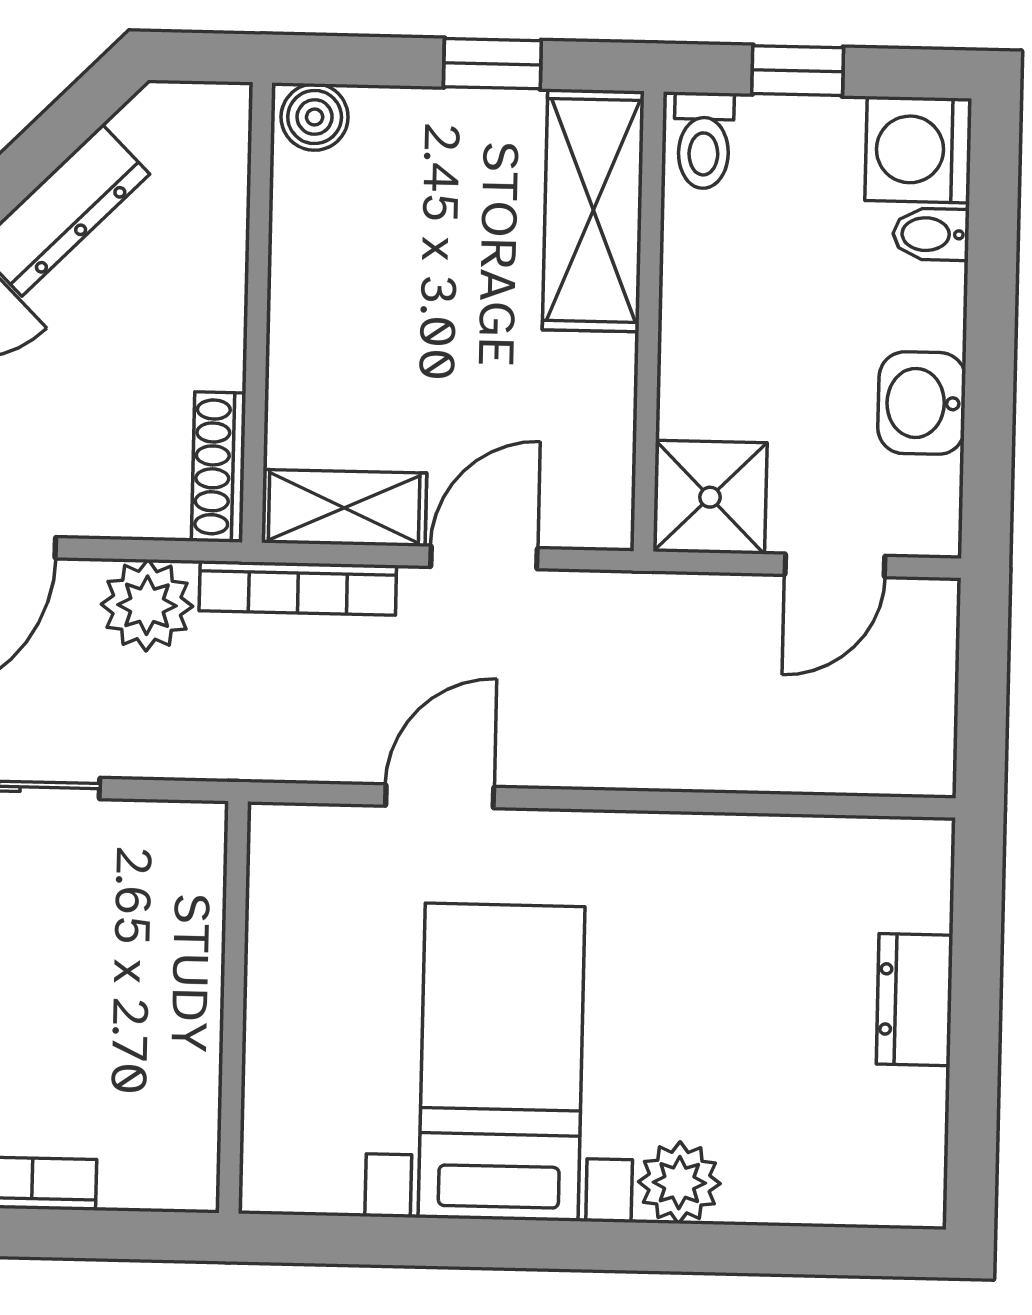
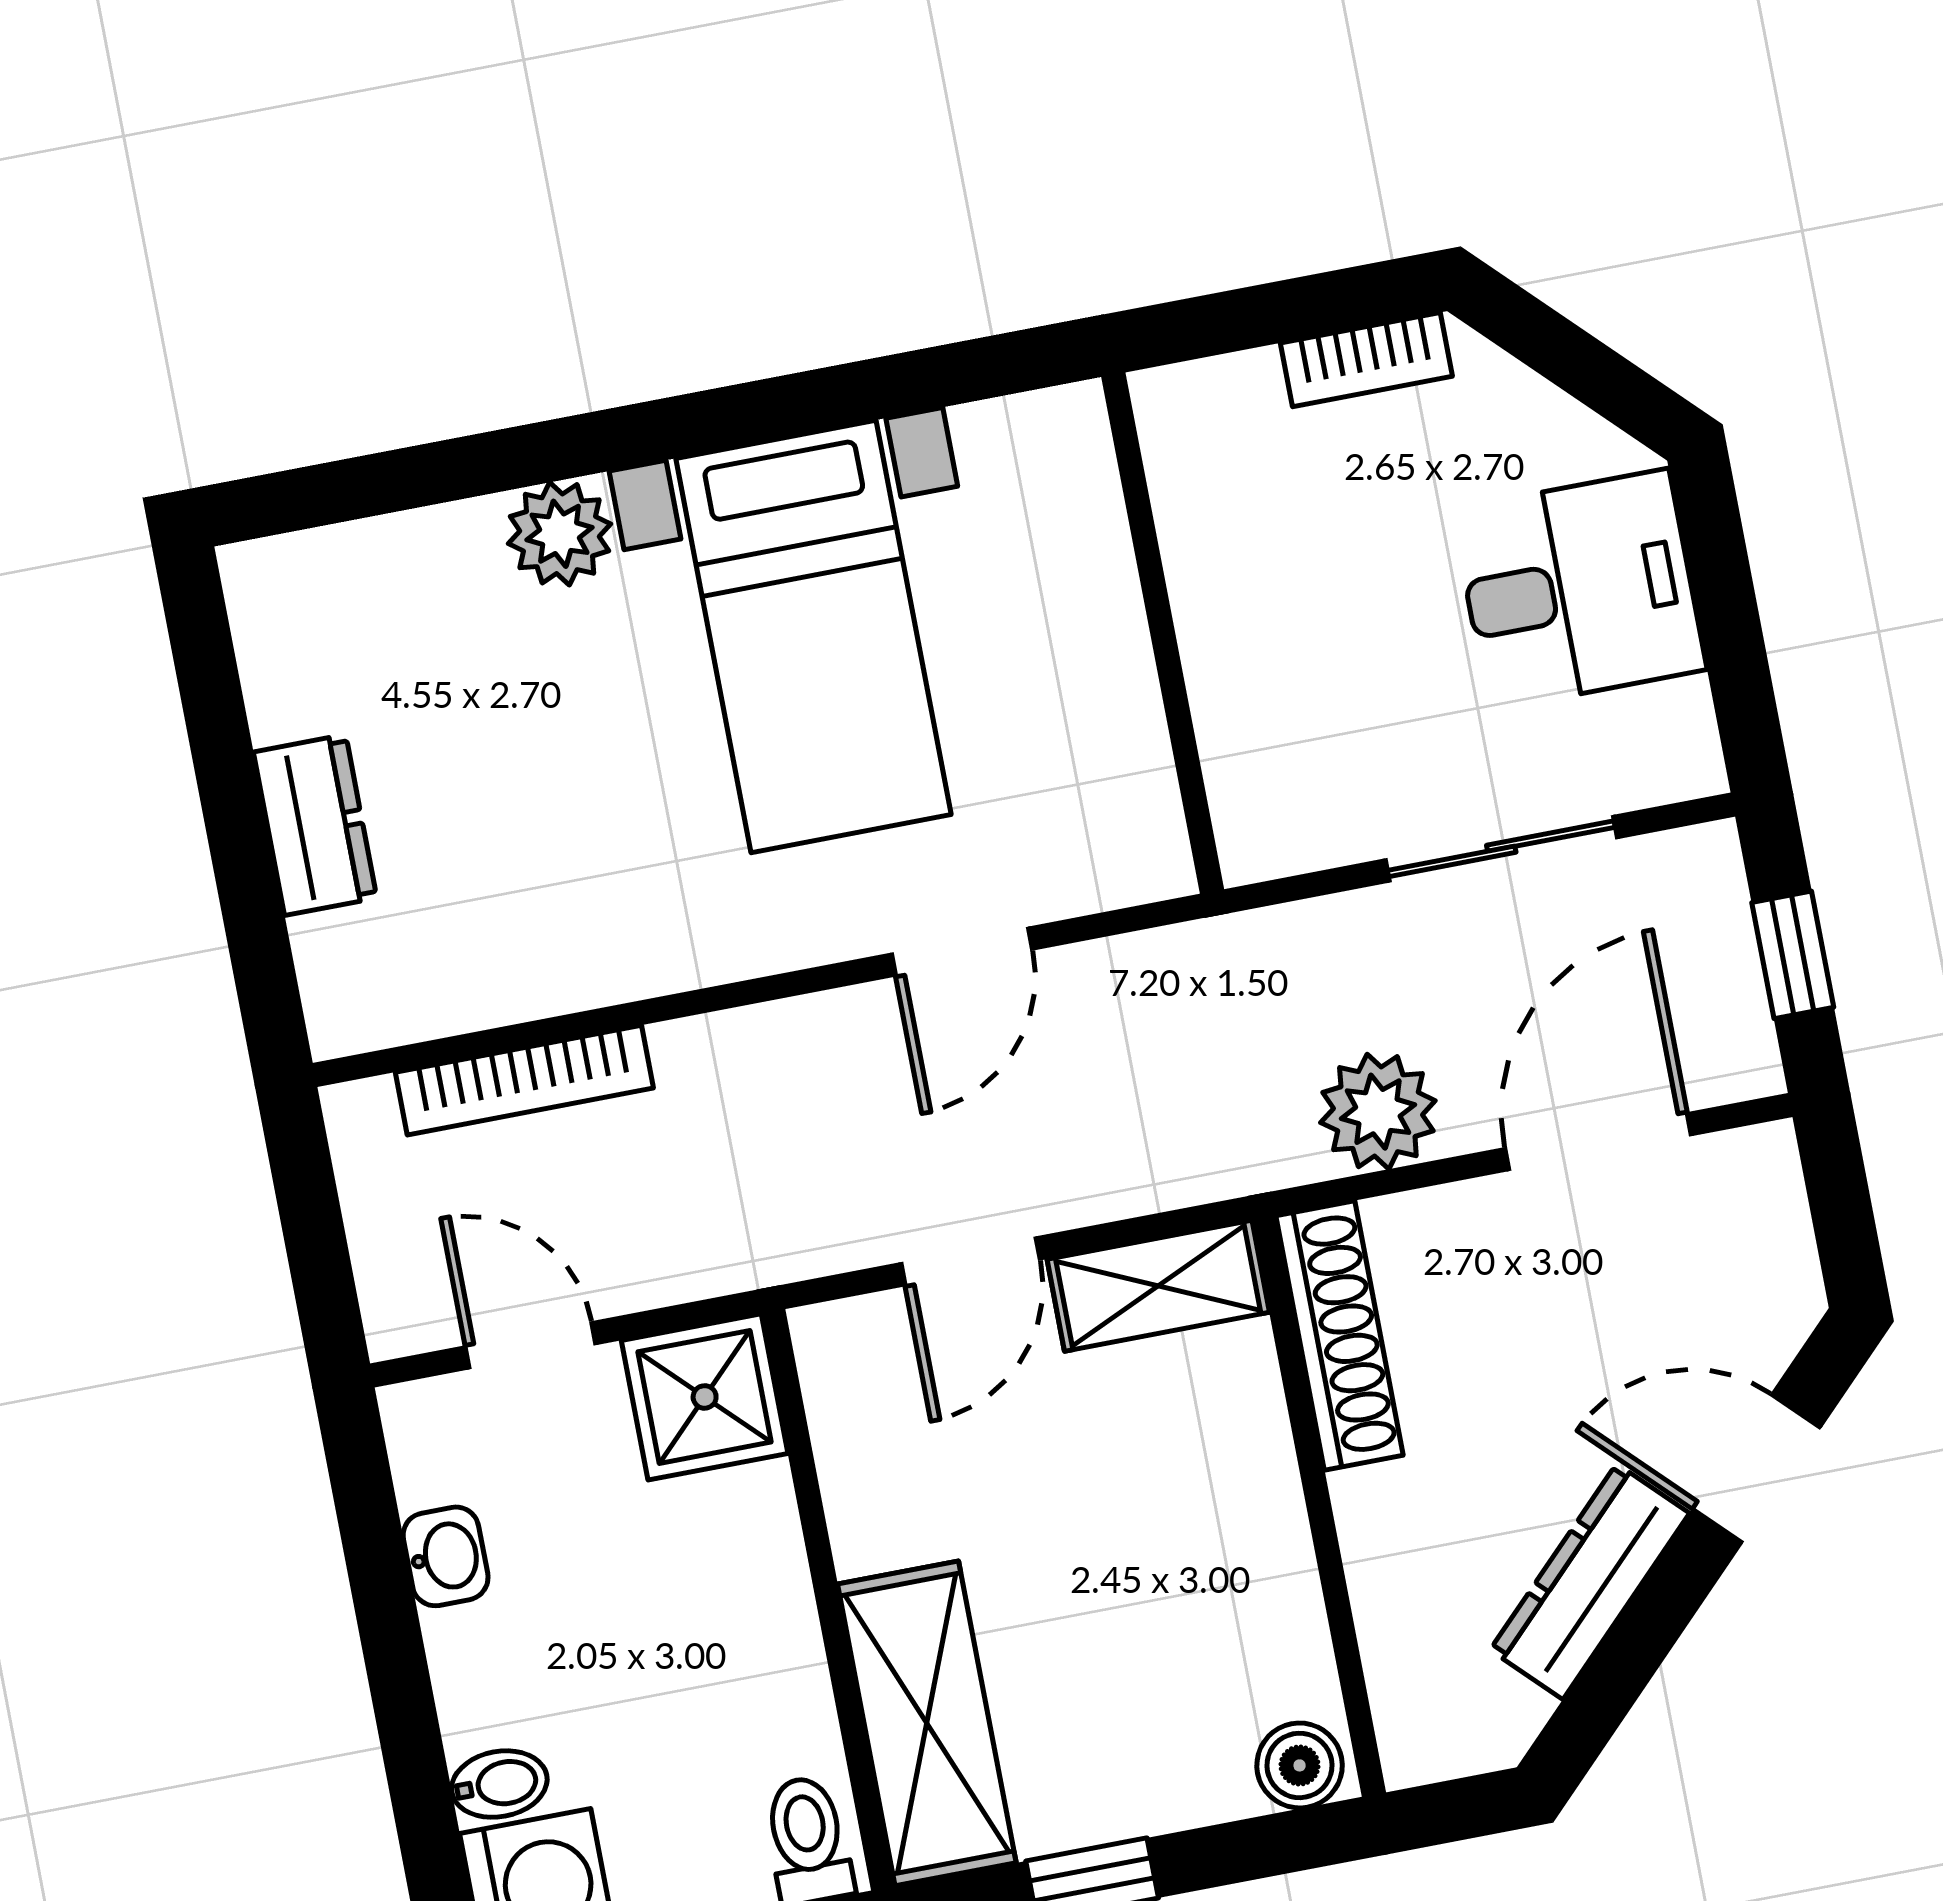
washbasin: (922, 403) -> (446, 1556), width x0.72, depth x0.69
shoe rack: (219, 467) -> (1340, 1336), width x1.36, depth x1.24
door: (835, 565) -> (531, 1345), hinge flipped
bookcase: (298, 588) -> (524, 1080), moved, turned 180

